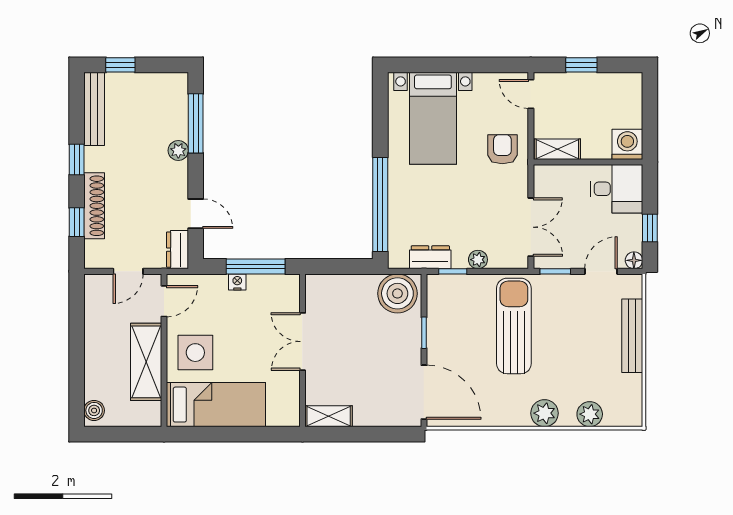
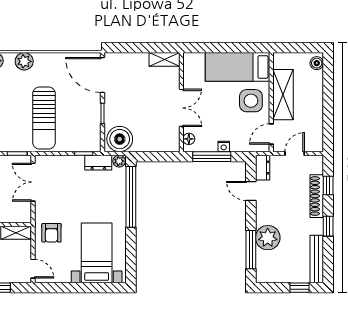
plant: (178, 151) -> (268, 238), width x1.87, depth x1.87
plant: (478, 260) -> (119, 161), moved
floor lamp: (291, 294) -> (189, 139), added

